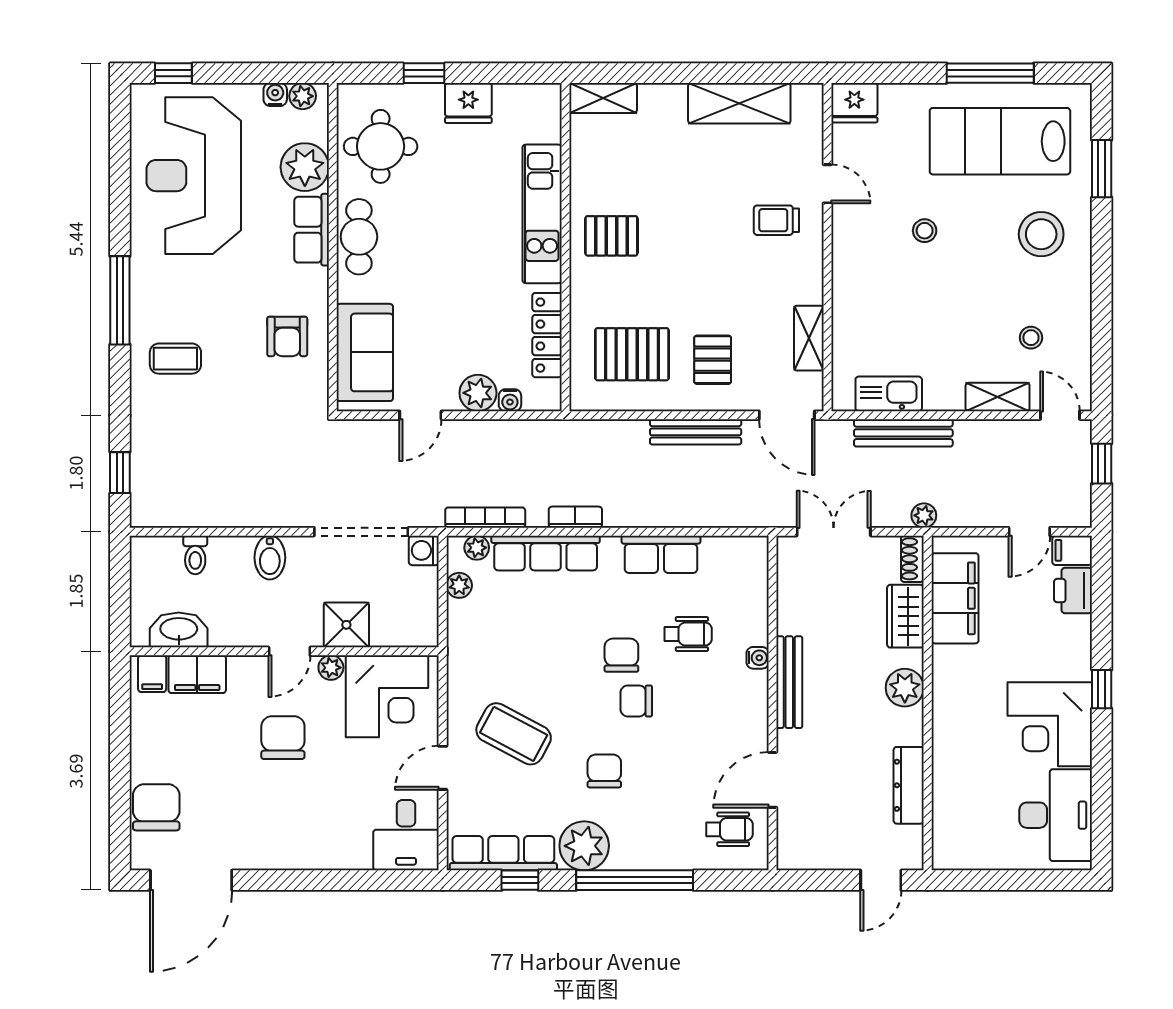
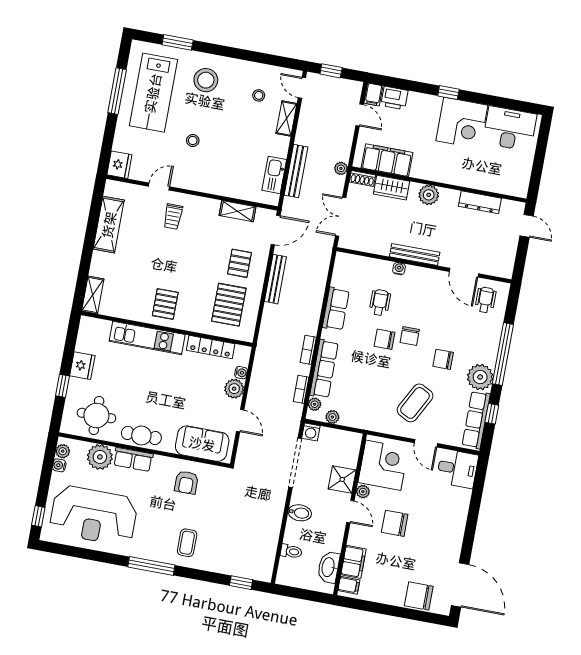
armchair: (287, 336) -> (186, 482), turned 90
pallet: (713, 360) -> (239, 263), turned 90
door: (1060, 415) -> (302, 88), hinge flipped
bookcase: (485, 518) -> (301, 389), width x0.64

